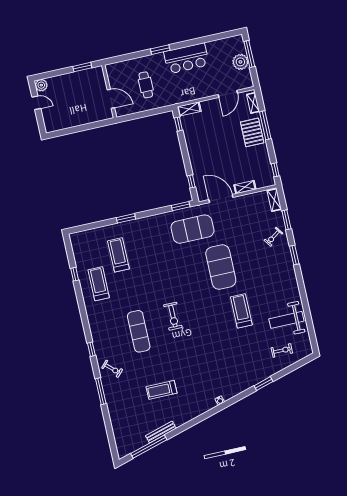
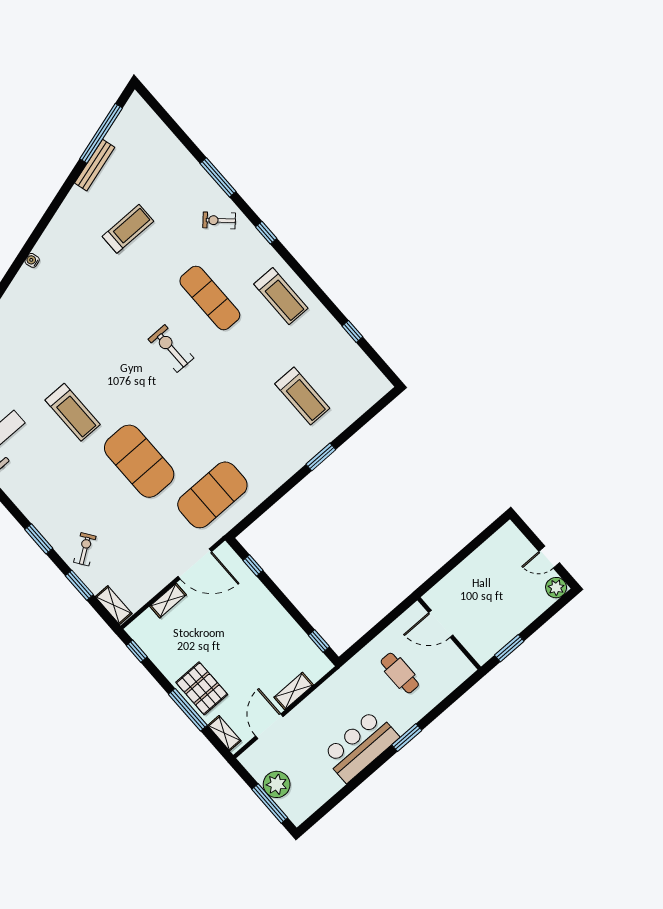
shelving: (189, 109) -> (294, 691), moved
window: (181, 206) -> (249, 520), removed
treadmill: (99, 284) -> (281, 296), moved

